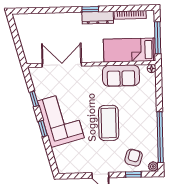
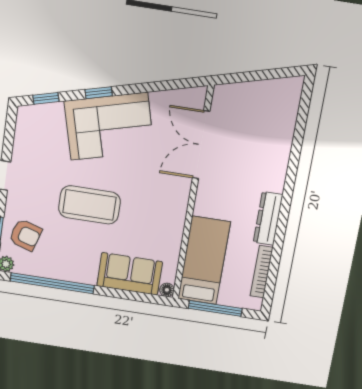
window: (90, 9) -> (285, 209), removed
double door: (62, 65) -> (201, 145), swing flipped
sofa: (121, 76) -> (130, 274), moved, turned 90
window: (34, 99) -> (46, 98), moved

